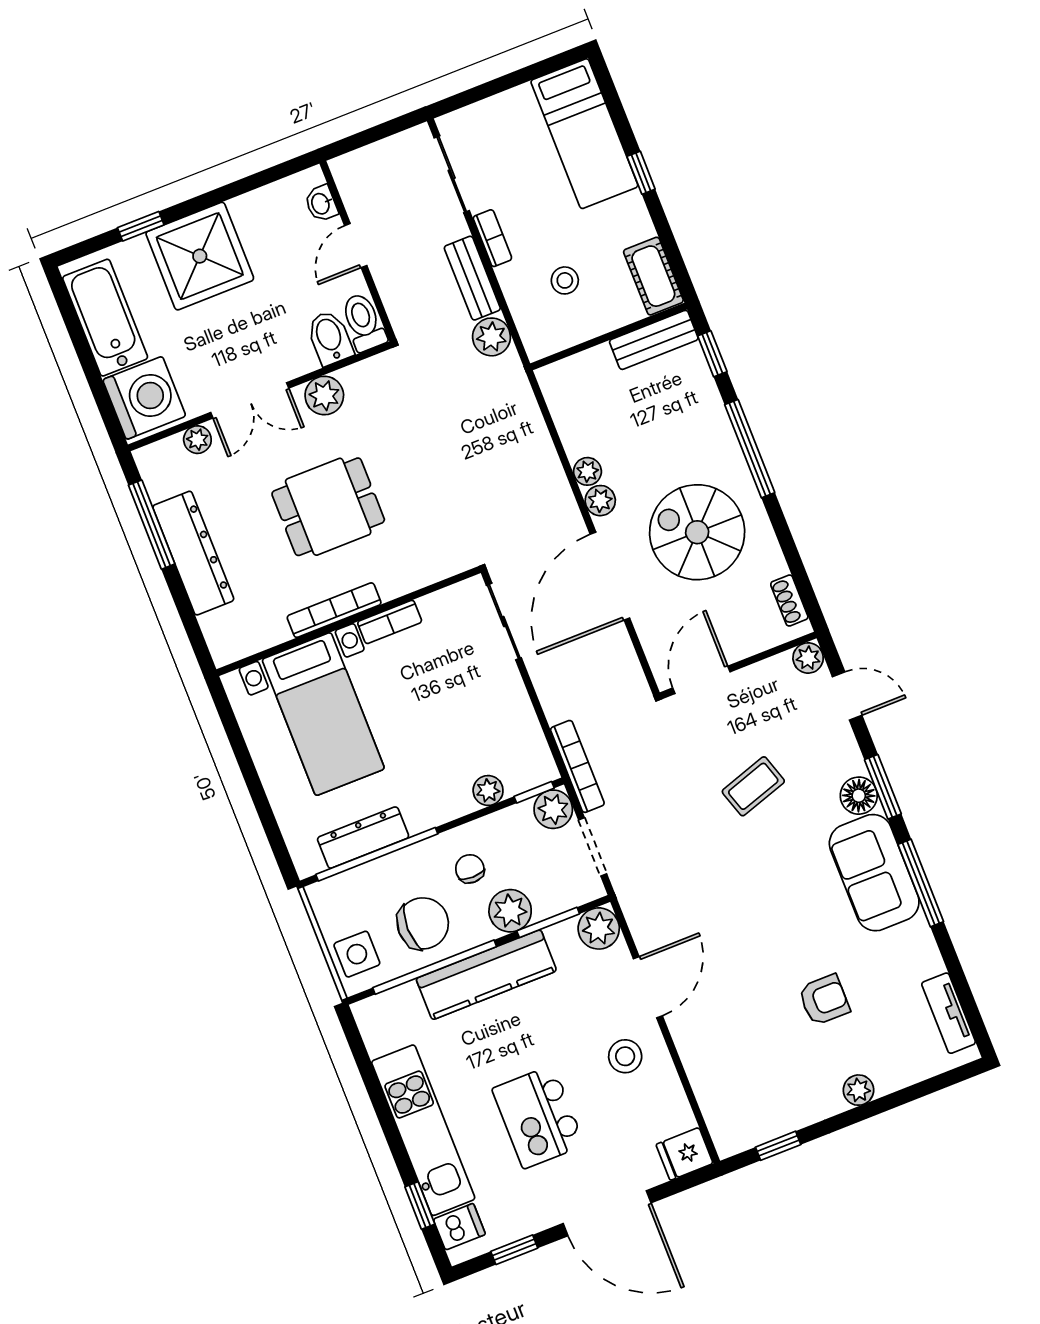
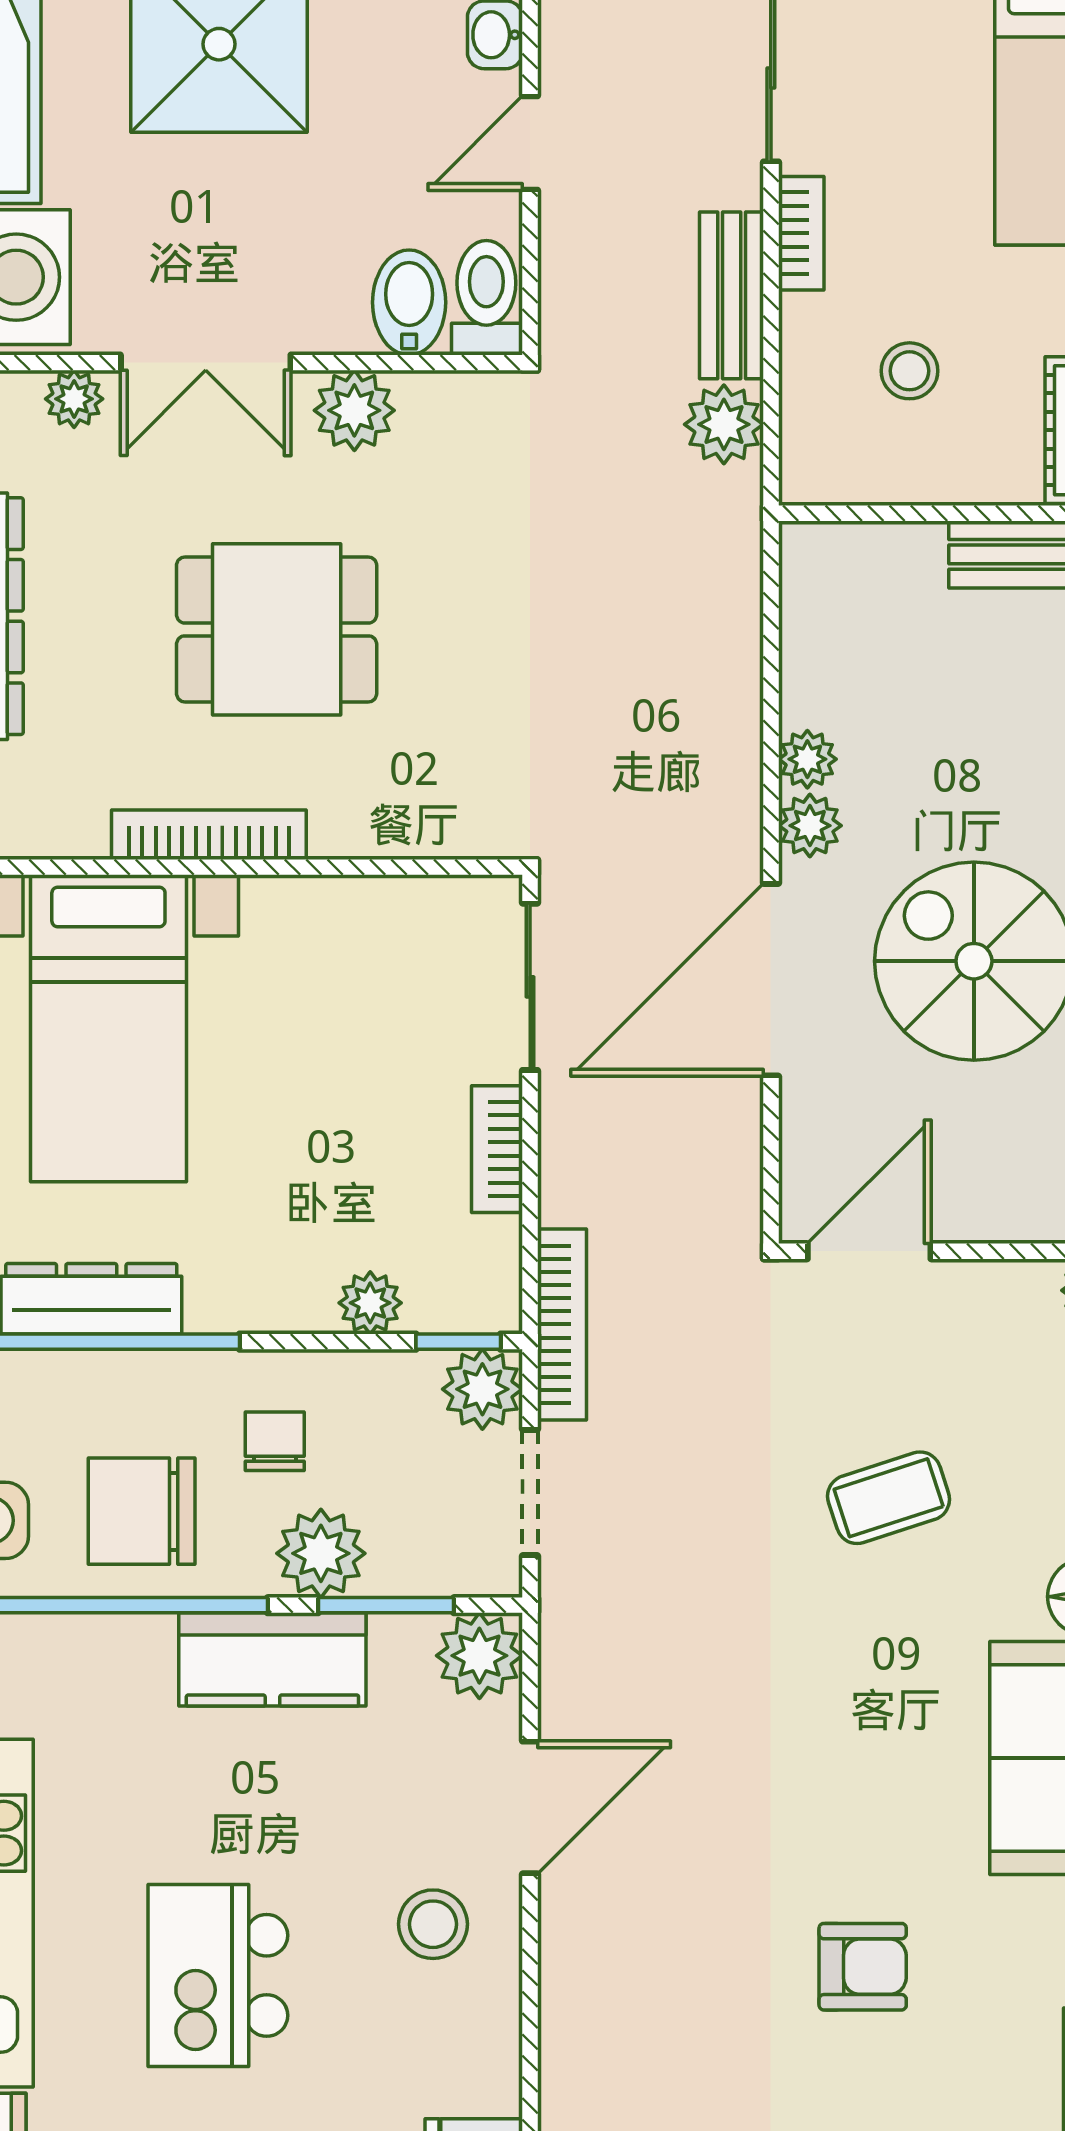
bookcase: (390, 622) -> (497, 1149), moved, turned 90
chair: (423, 923) -> (142, 1511), turned 180
kitchen counter: (486, 975) -> (272, 1659), width x0.67

